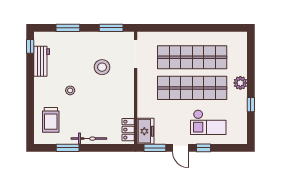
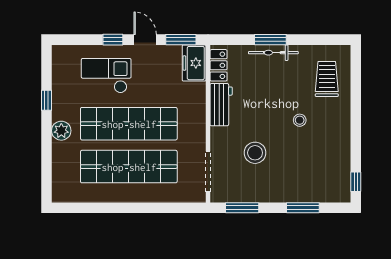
workbench: (42, 61) -> (221, 105), moved, turned 180
window: (68, 148) -> (270, 40), moved

